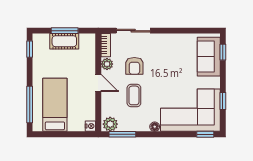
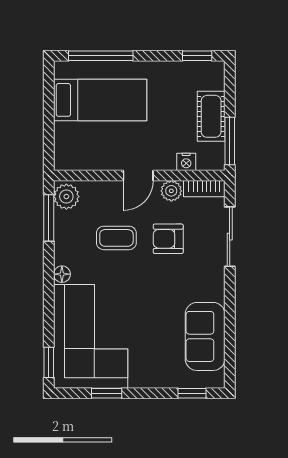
window: (65, 31) -> (230, 141), moved
sofa: (209, 57) -> (205, 336), moved, turned -90
nightstand: (90, 126) -> (186, 162), moved

